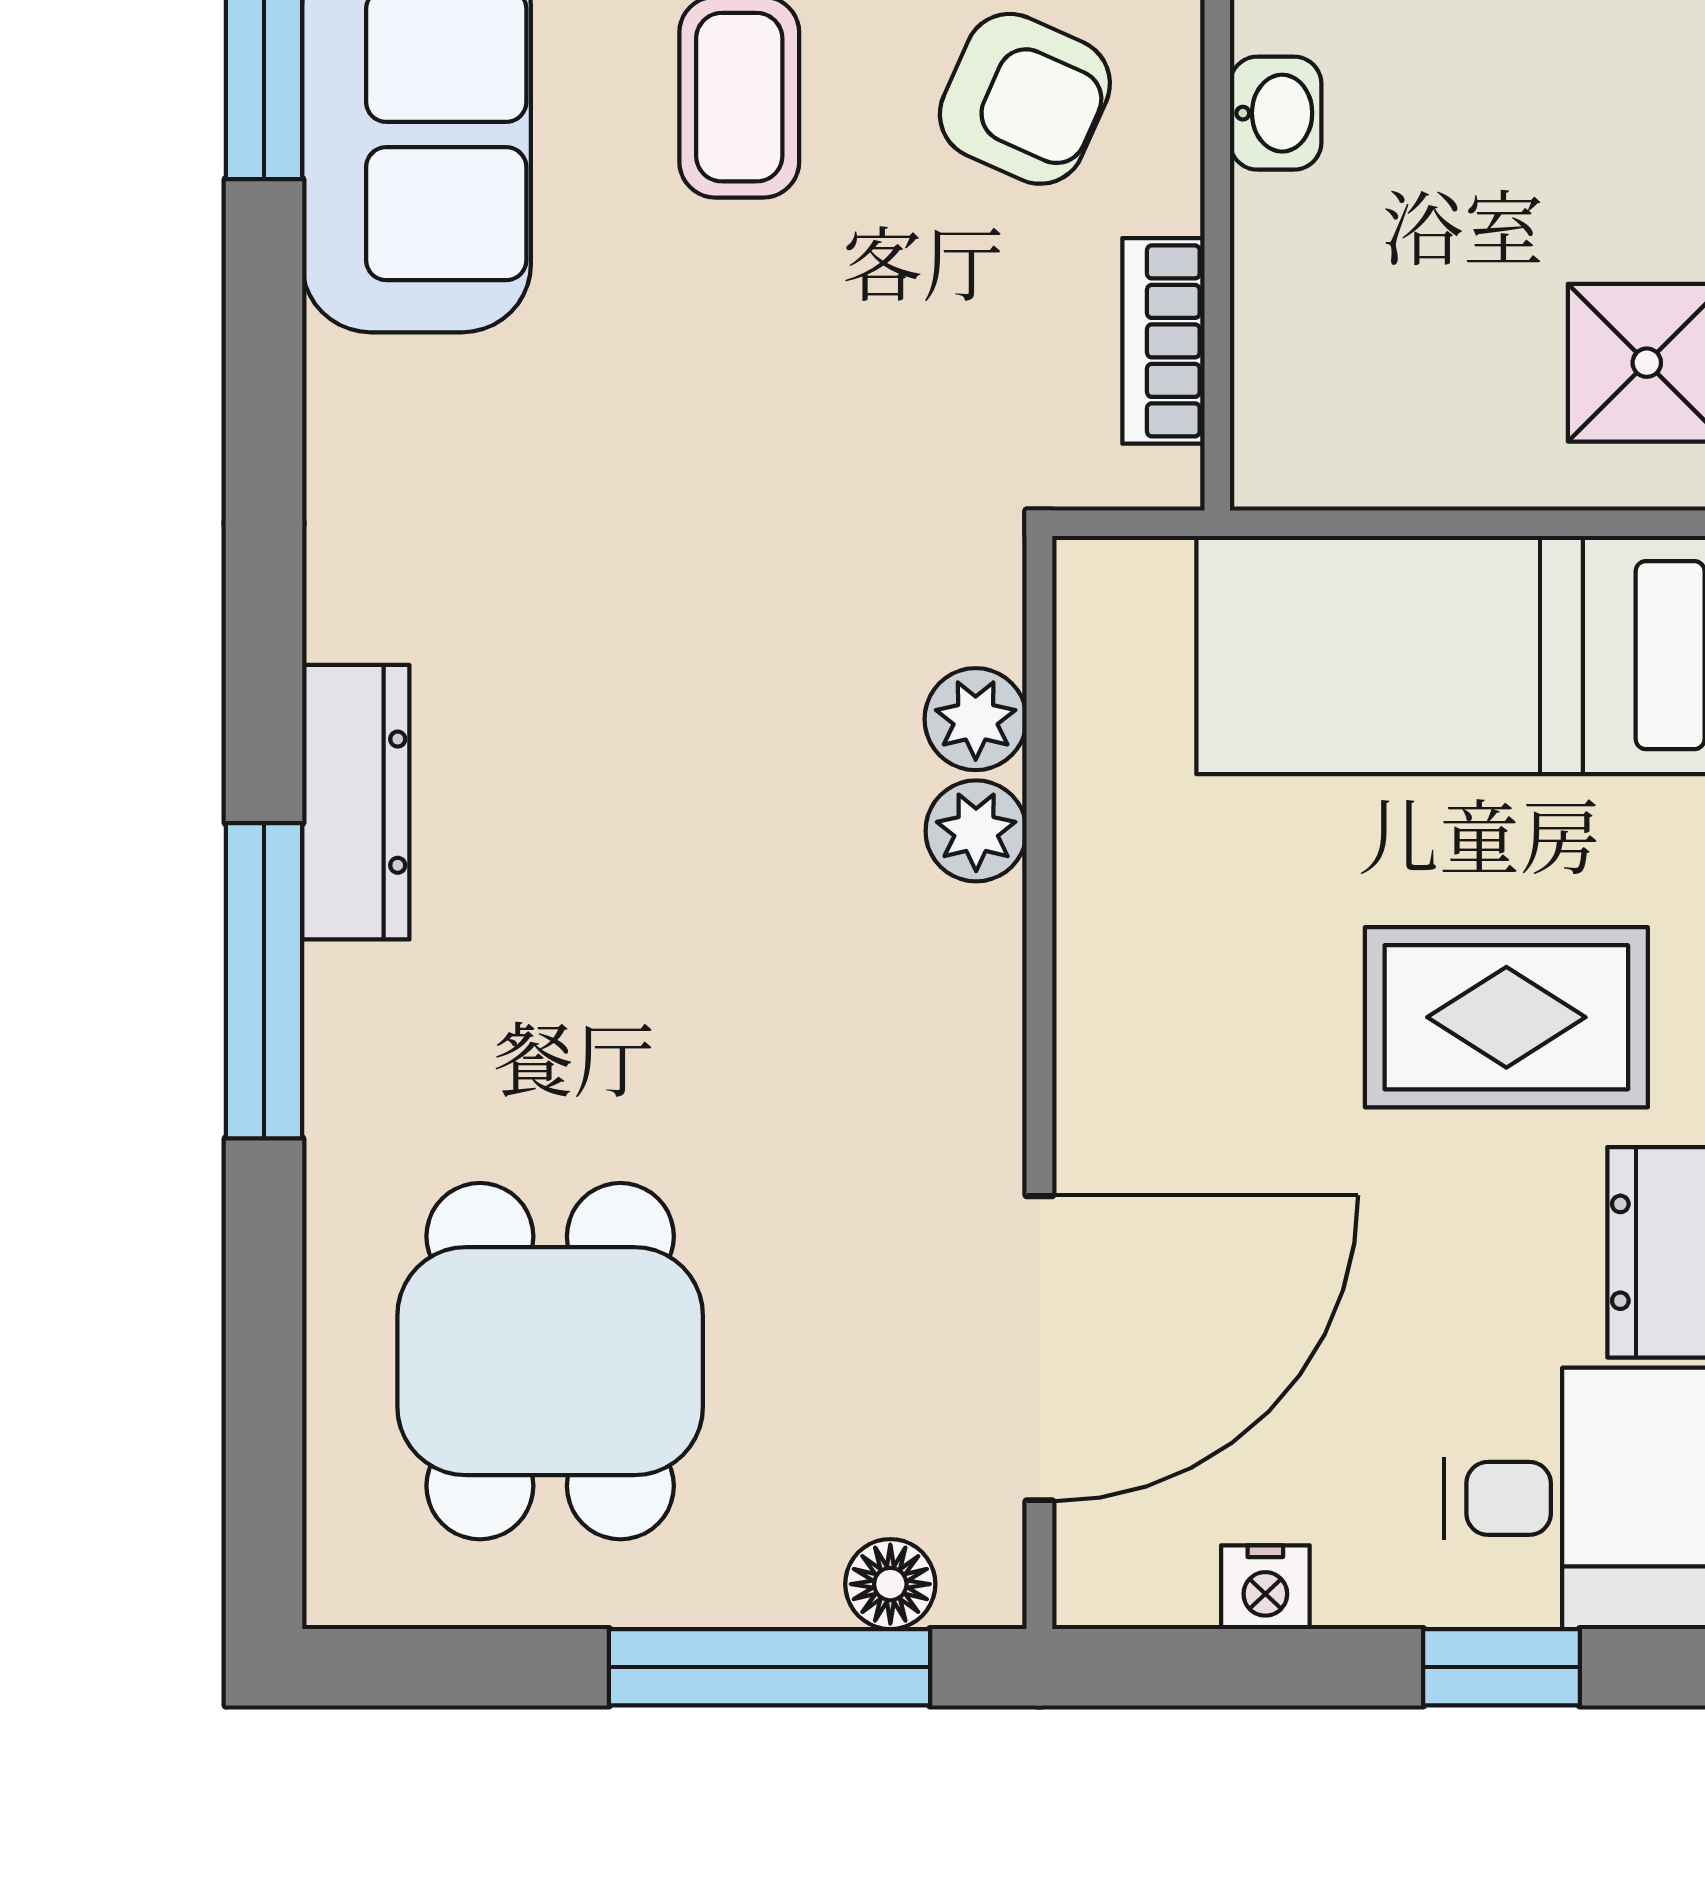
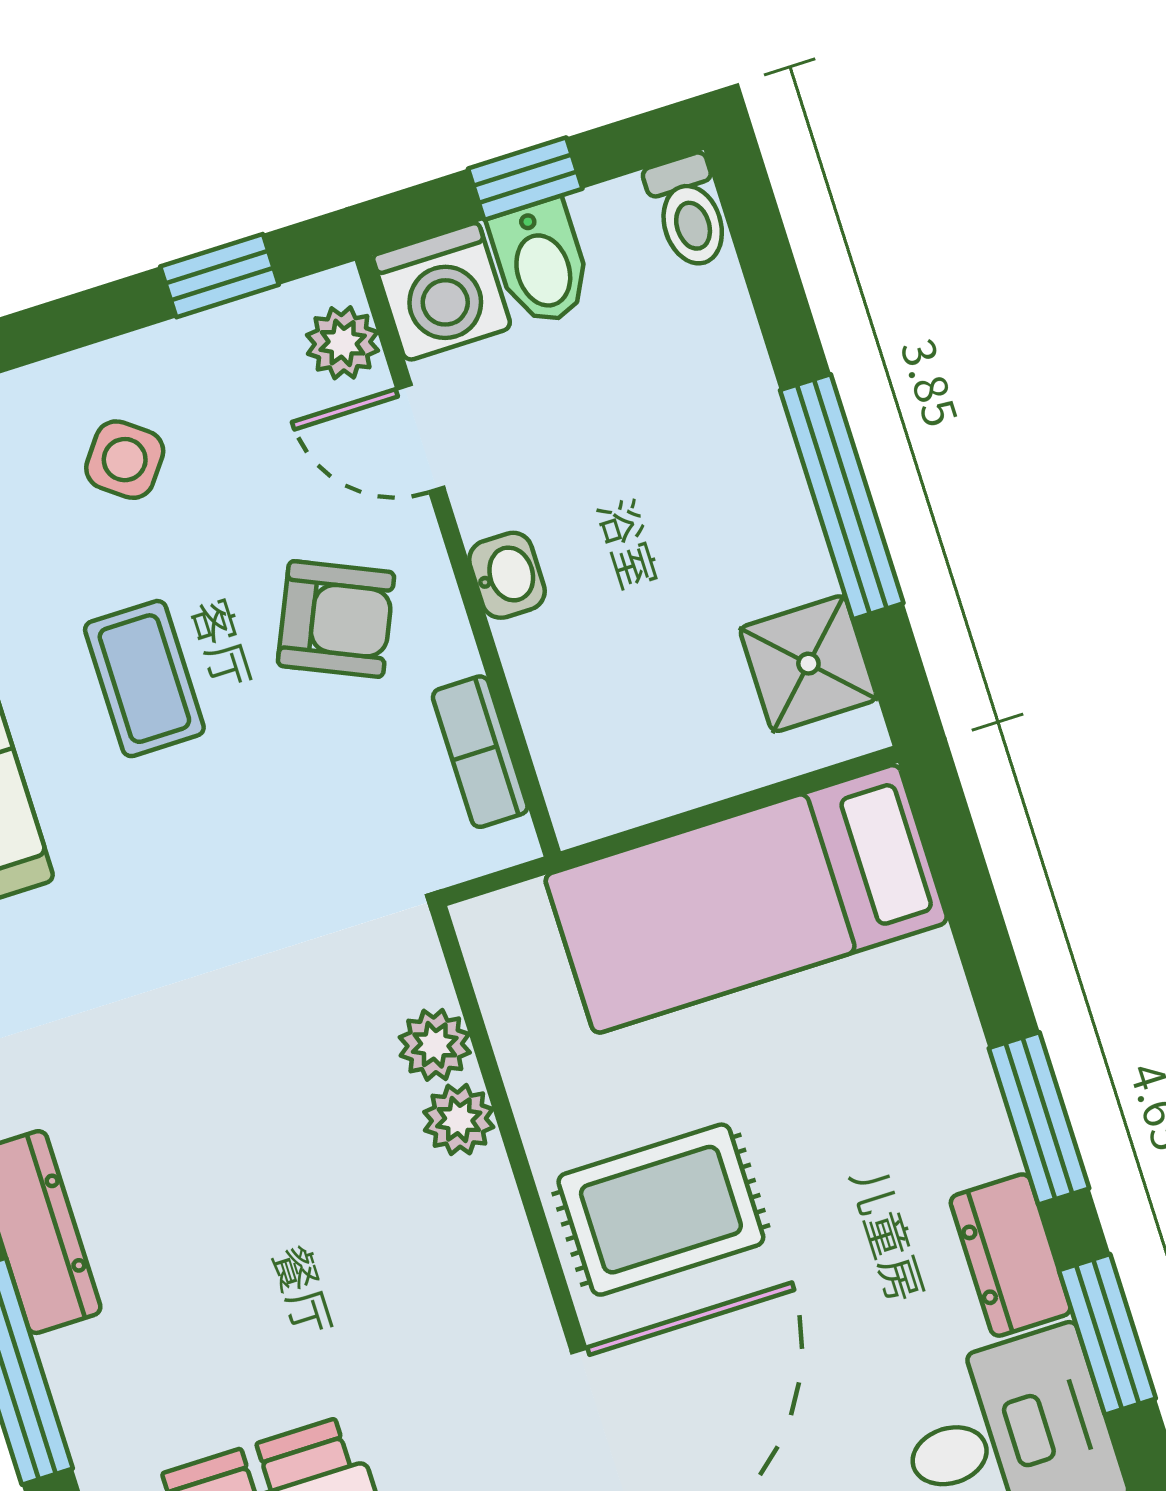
rug: (1506, 1017) -> (661, 1210), moved

